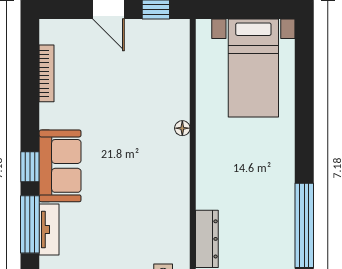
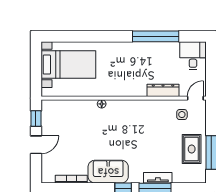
sofa: (60, 166) -> (108, 172), moved

